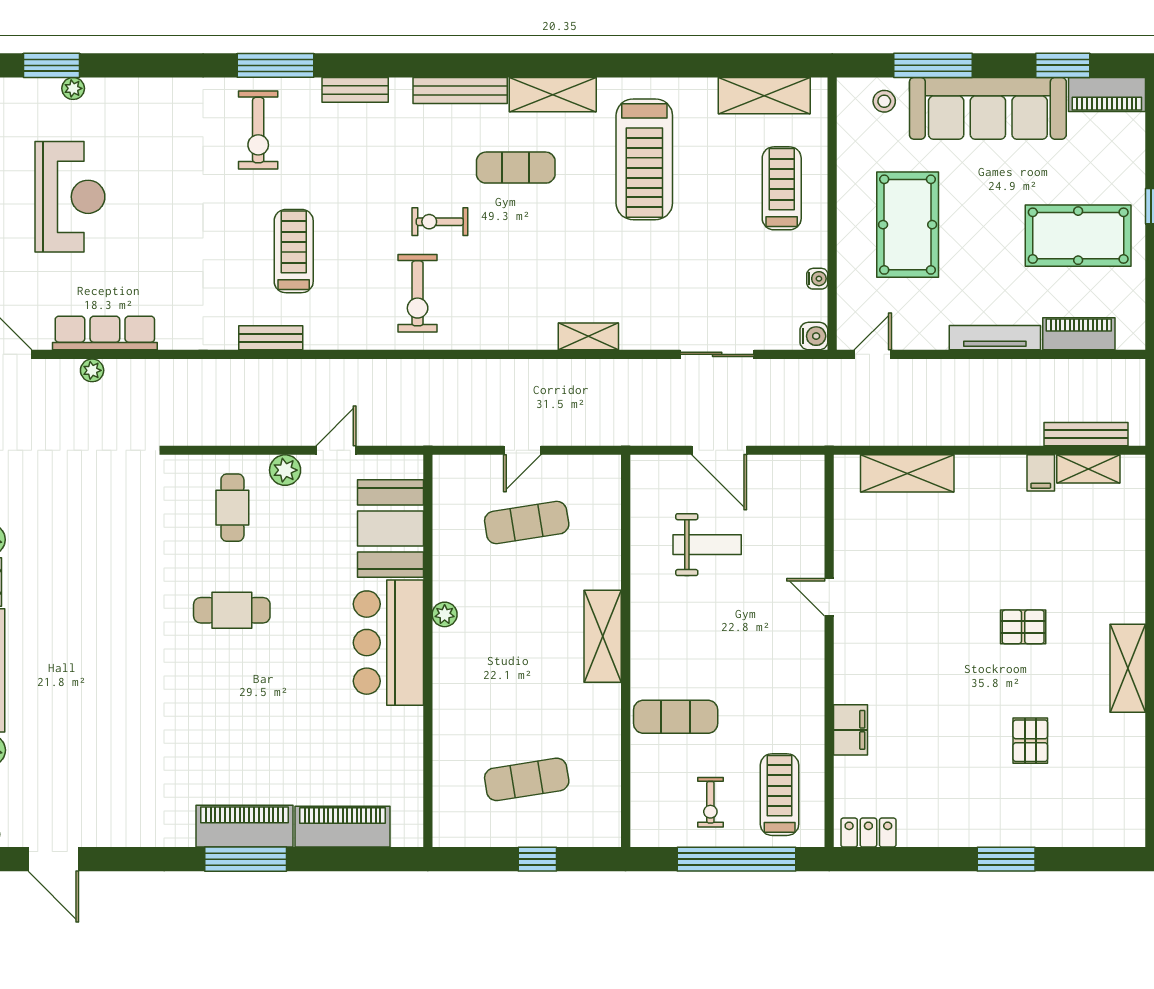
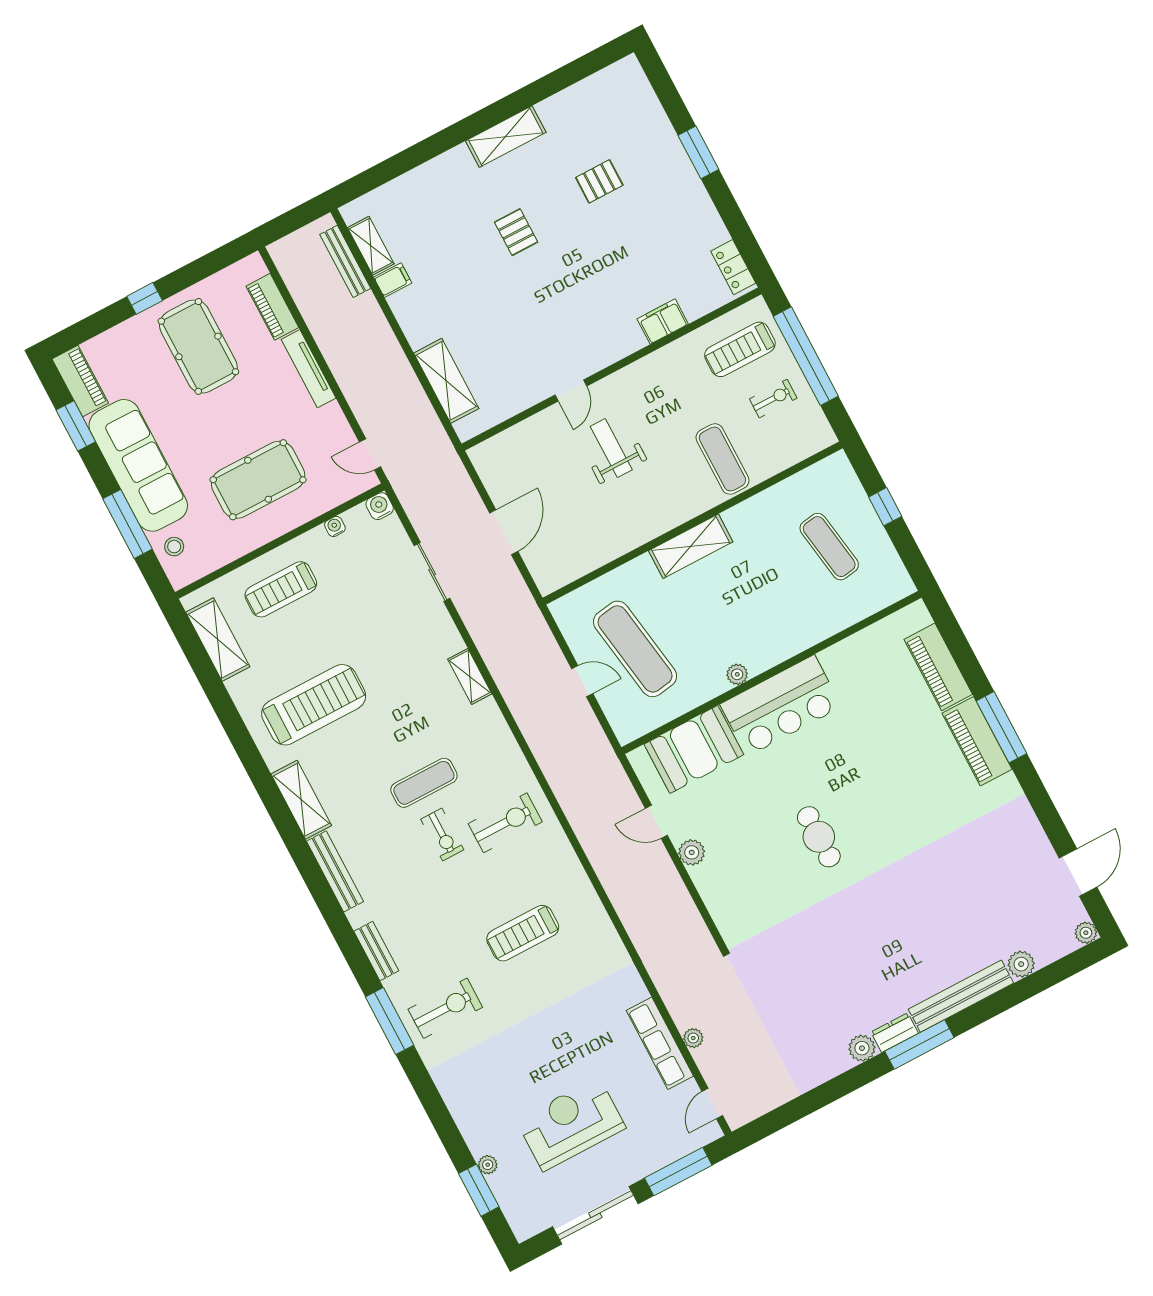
exercise mat: (516, 168) -> (424, 783), moved, turned 90
bench: (271, 338) -> (597, 916), removed
cafe table: (232, 508) -> (741, 877), removed
exercise mat: (527, 523) -> (635, 649), width x1.36, depth x1.45
weight bench: (707, 545) -> (611, 448), moved

